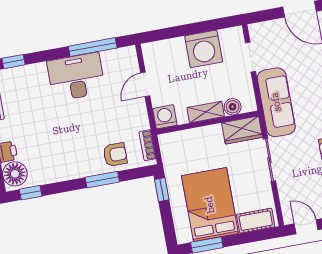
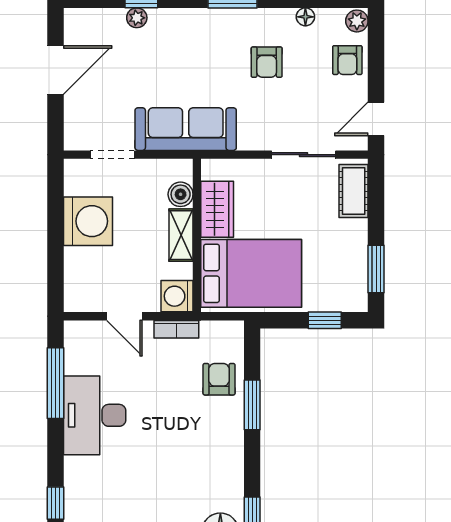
wardrobe: (242, 130) -> (217, 209), moved
bookcase: (148, 145) -> (176, 329), moved
sliding door: (269, 160) -> (304, 155), moved
window: (162, 190) -> (325, 320), moved
bed: (210, 205) -> (251, 273), moved, turned 180

